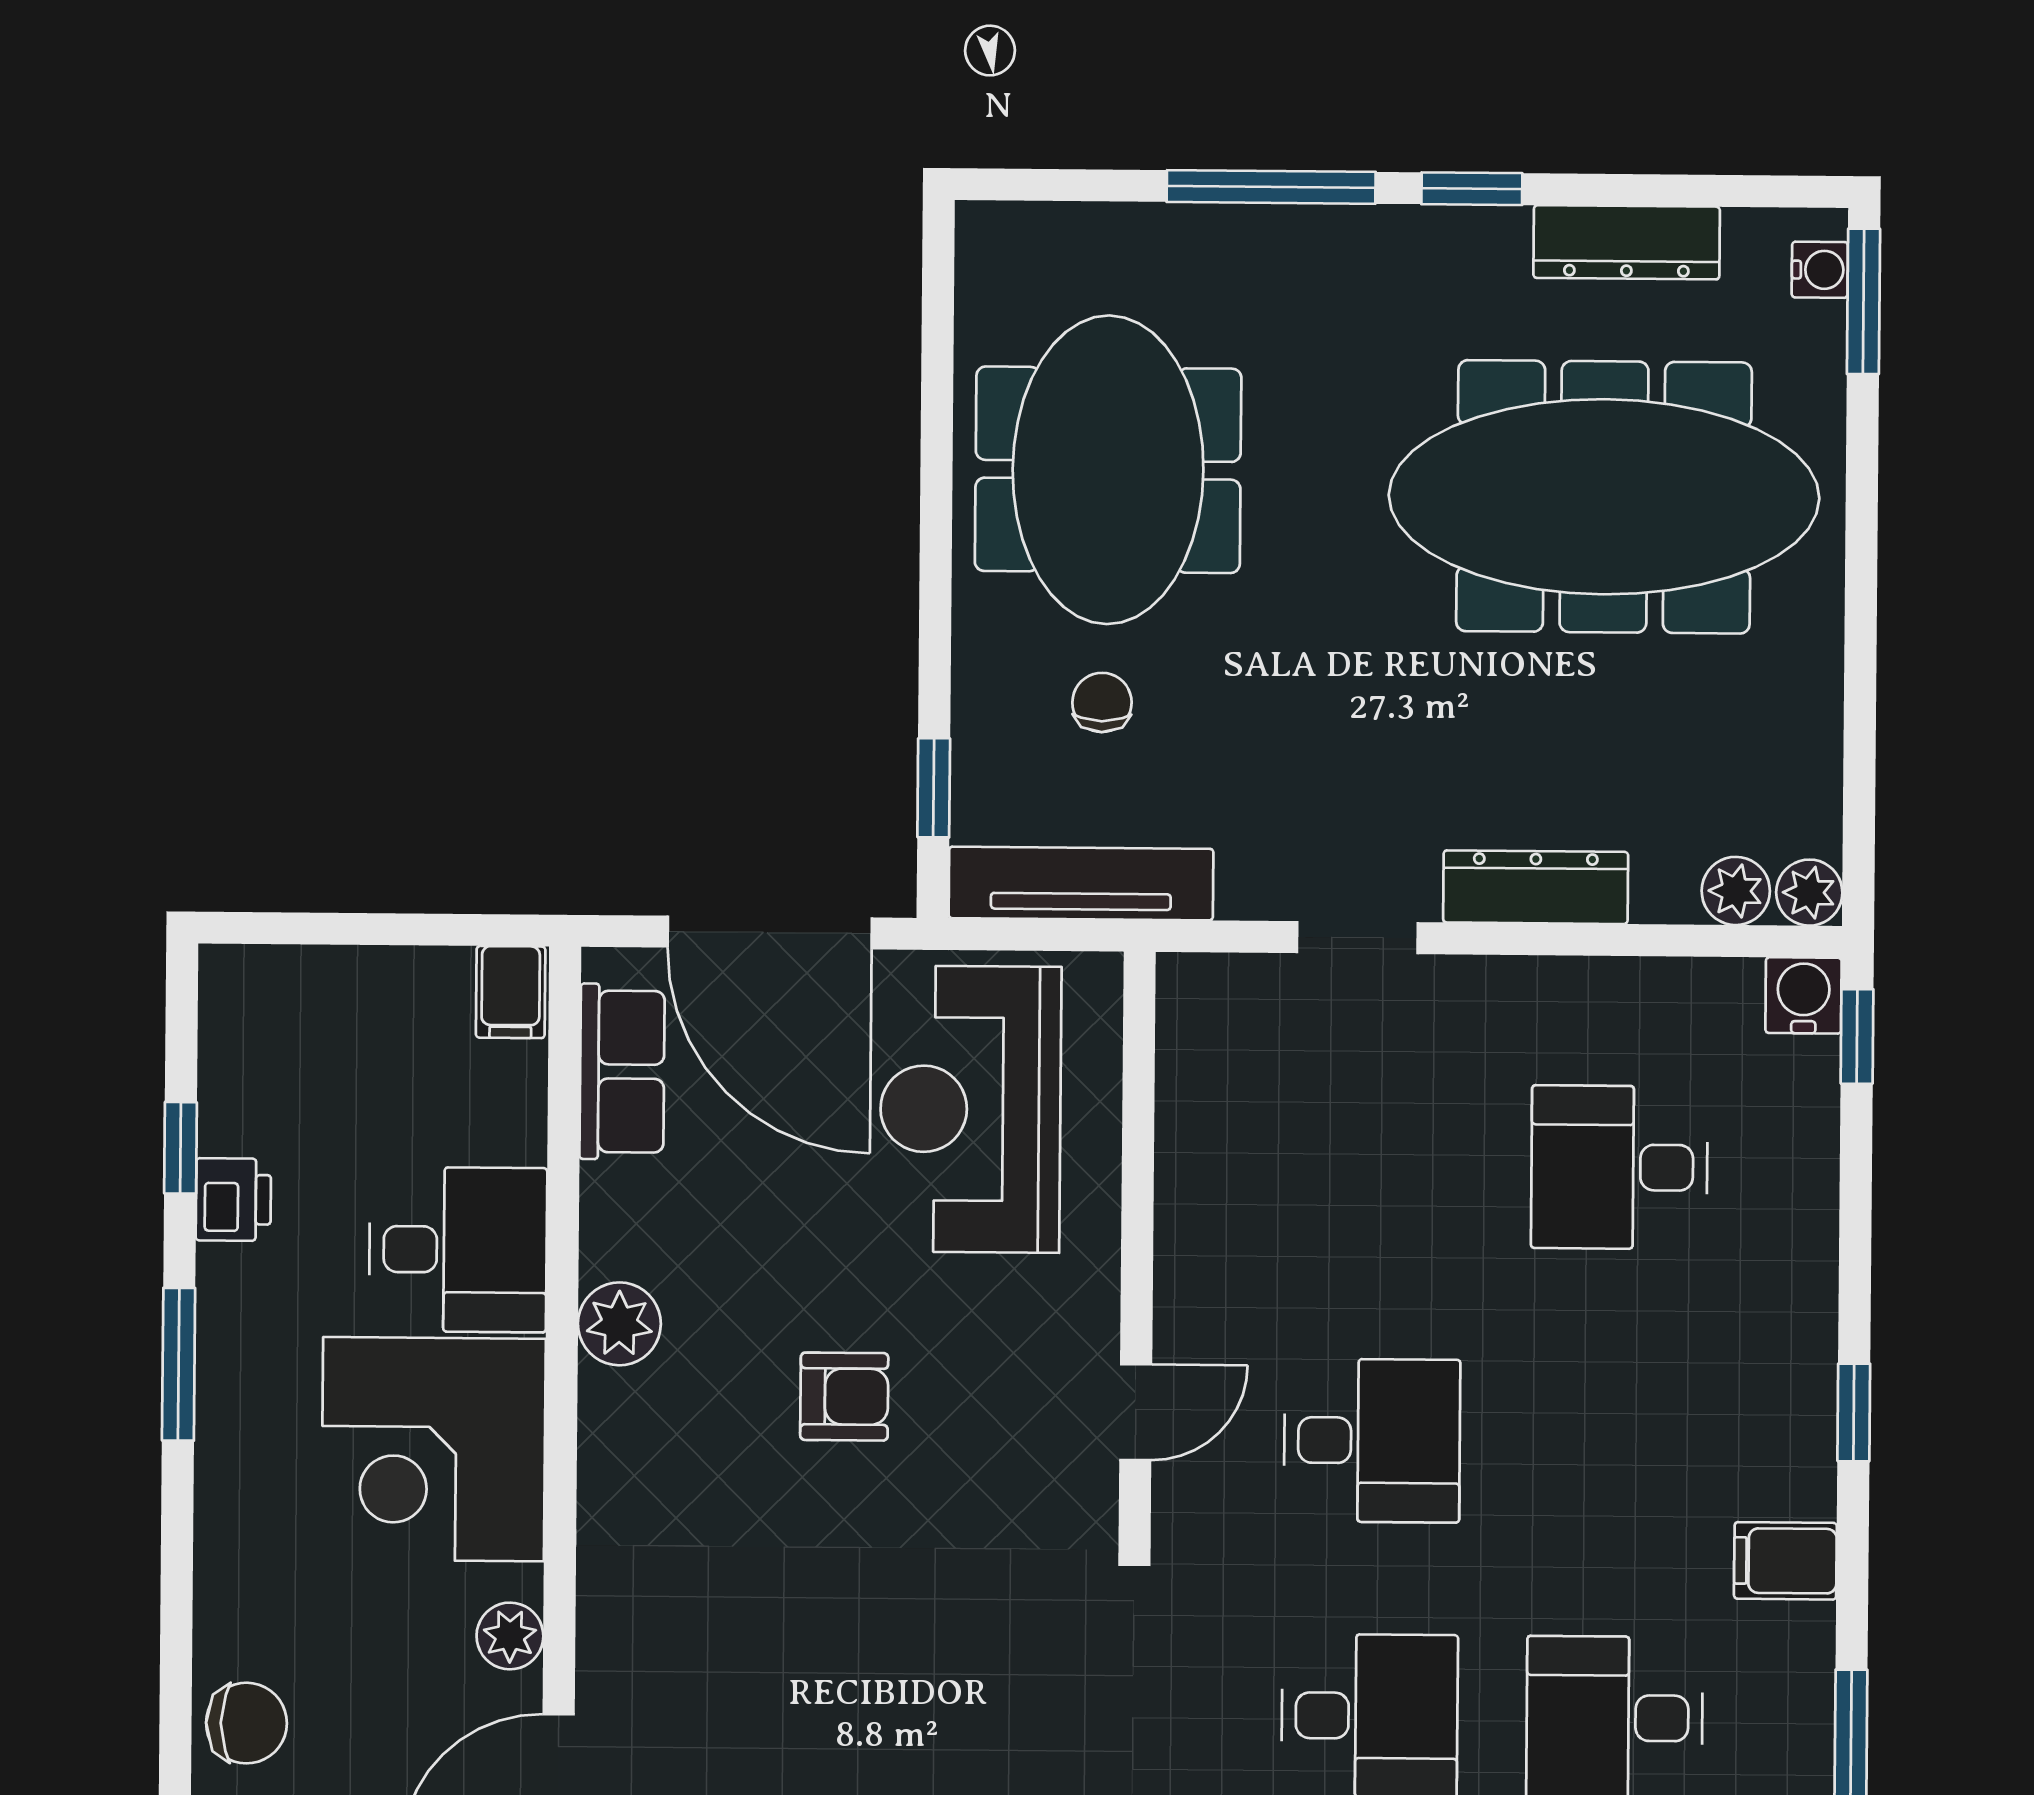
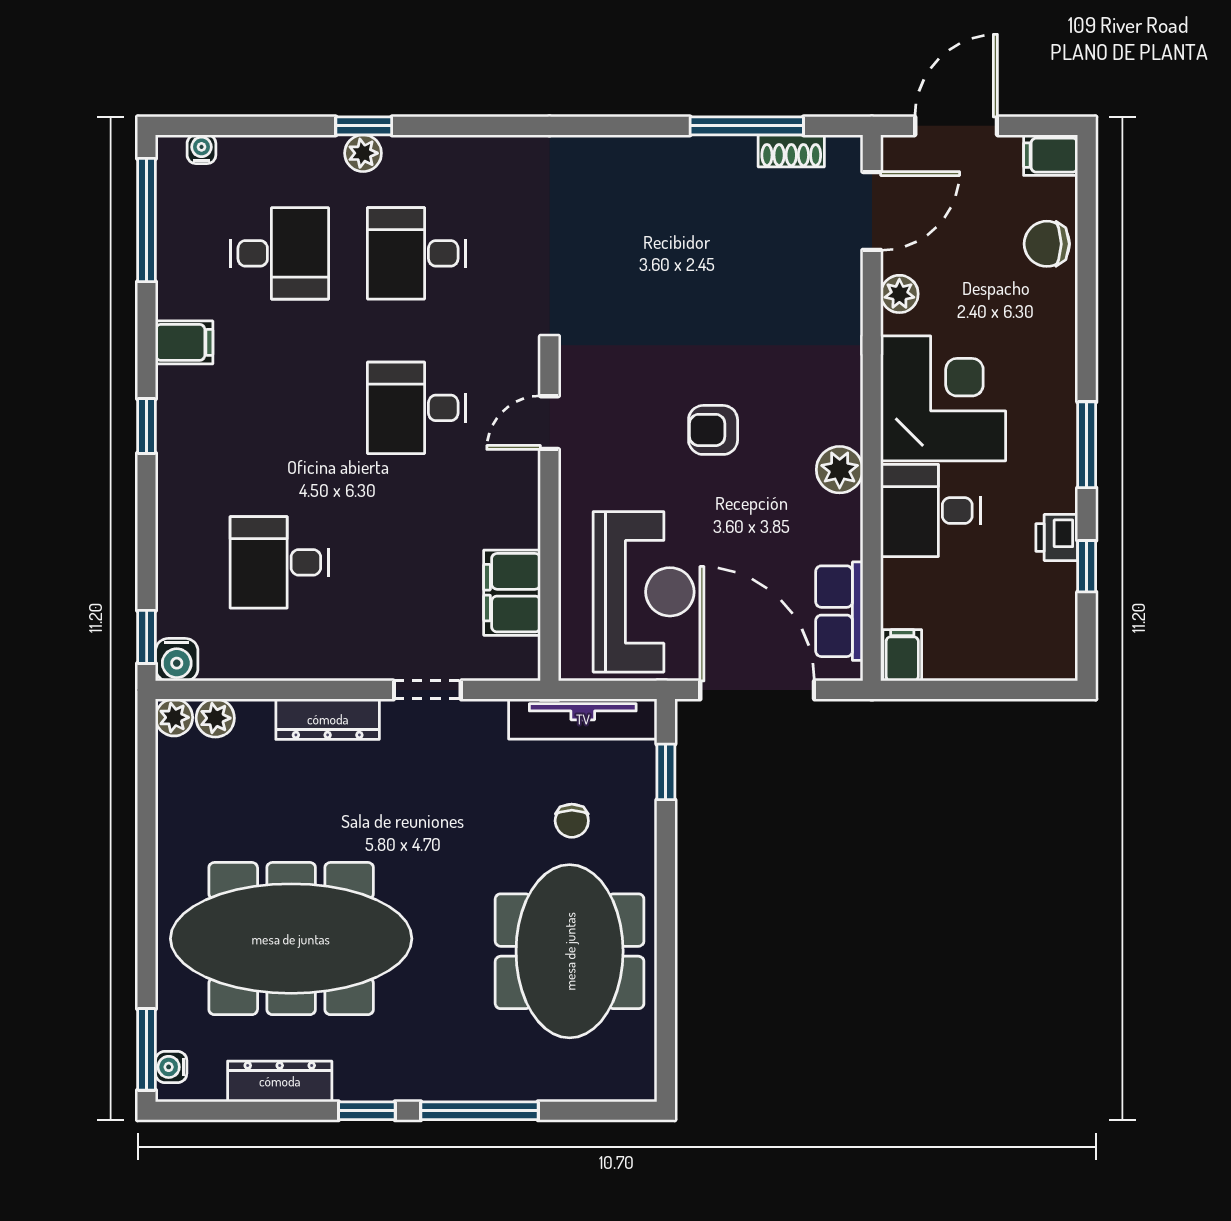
filing cabinet: (1205, 1110) -> (512, 593), added
desk: (1619, 1167) -> (279, 562), turned 180

